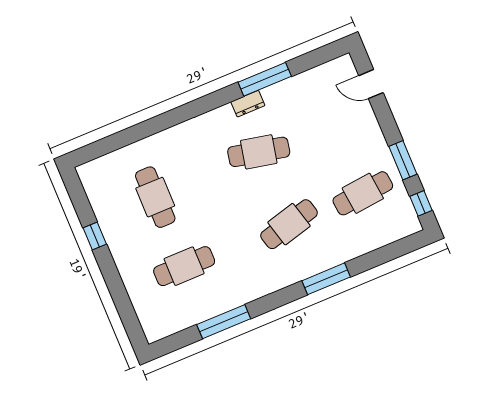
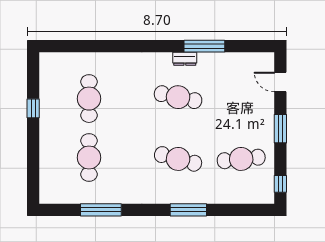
window: (403, 160) -> (280, 129), moved
cafe table: (289, 224) -> (178, 159), turned 30
cafe table: (184, 266) -> (89, 158), turned 90

